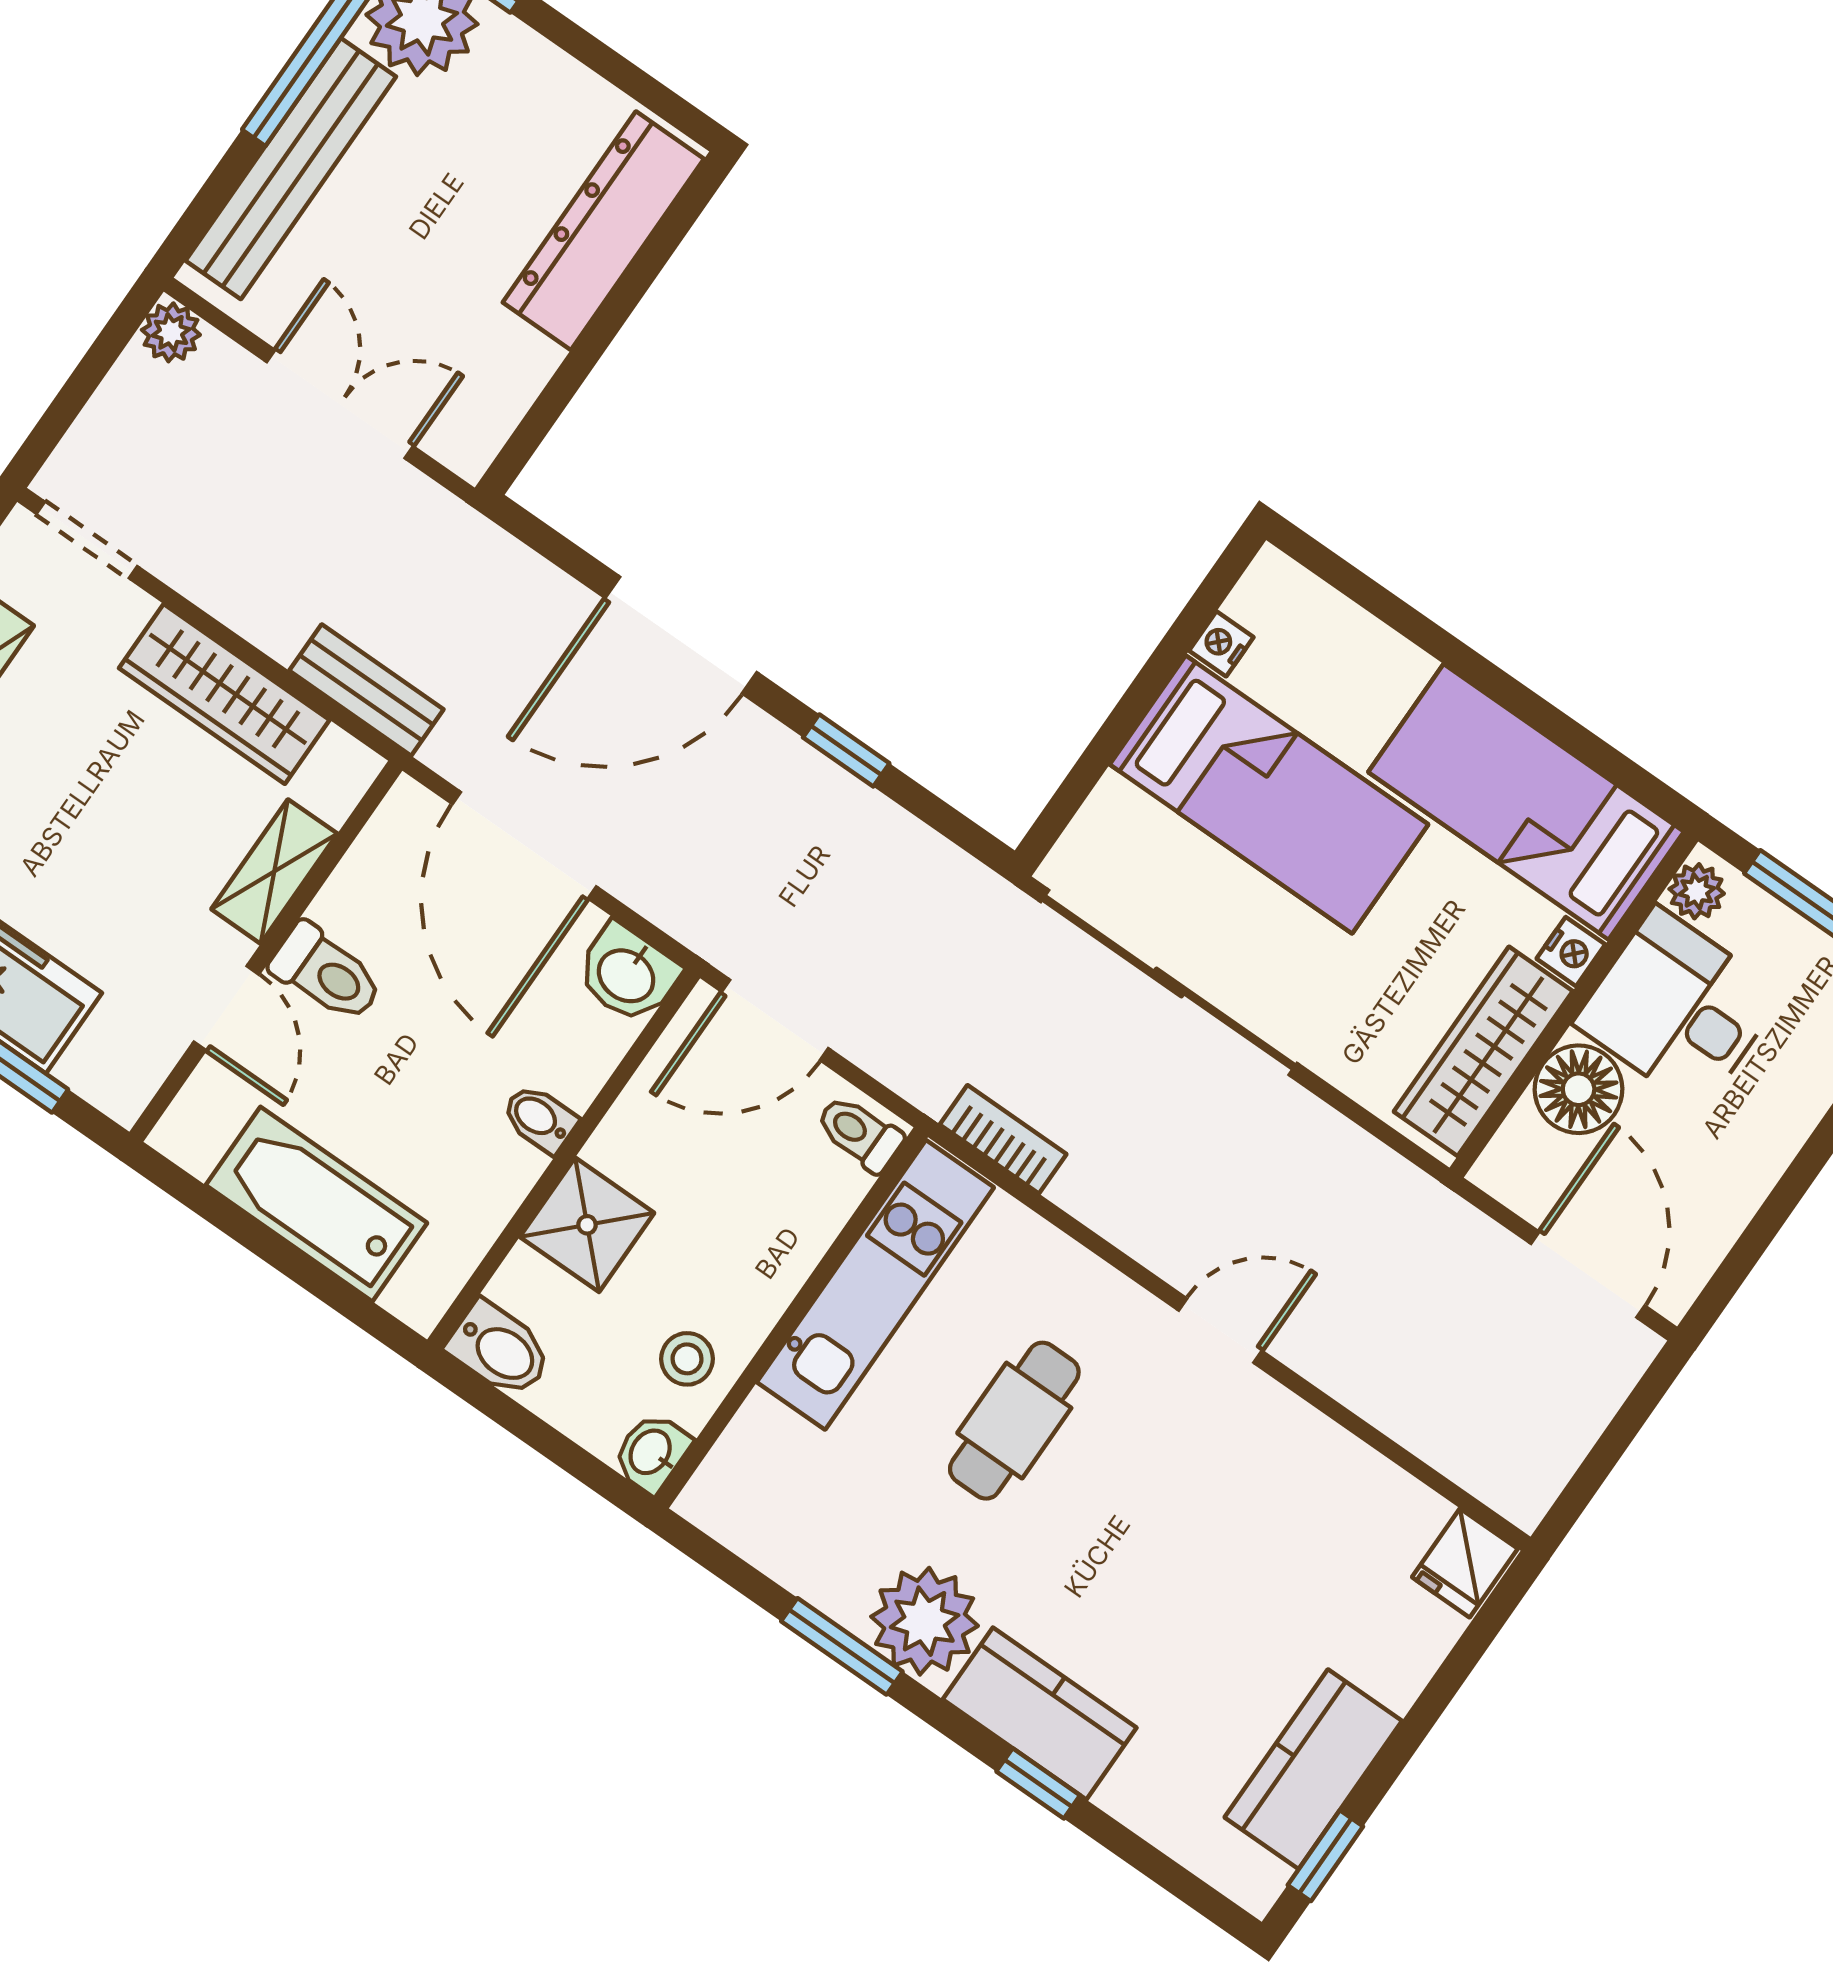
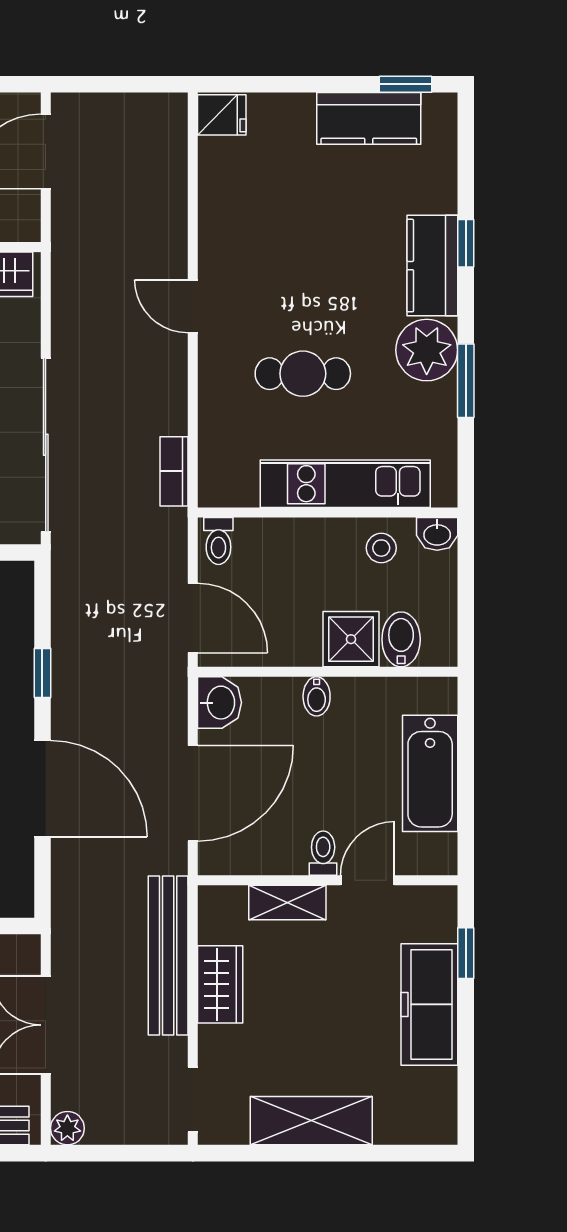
bench: (366, 690) -> (168, 956), width x1.86, depth x1.21
wardrobe: (224, 694) -> (220, 984), width x0.67
toilet: (326, 973) -> (323, 853), width x0.73, depth x0.72
kitchen unit: (875, 1285) -> (345, 484), moved
bidet: (499, 1350) -> (401, 639), moved

